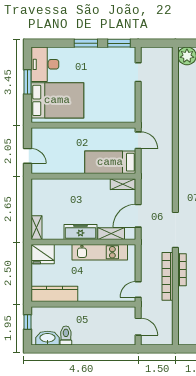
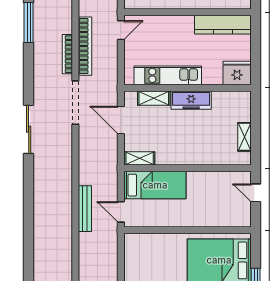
bench: (168, 143) -> (85, 209), added
door: (138, 216) -> (121, 120), swing flipped
shelving: (37, 228) -> (244, 137), moved

